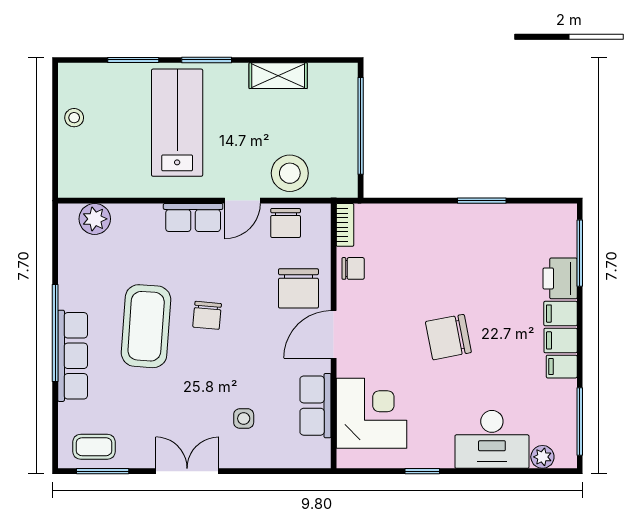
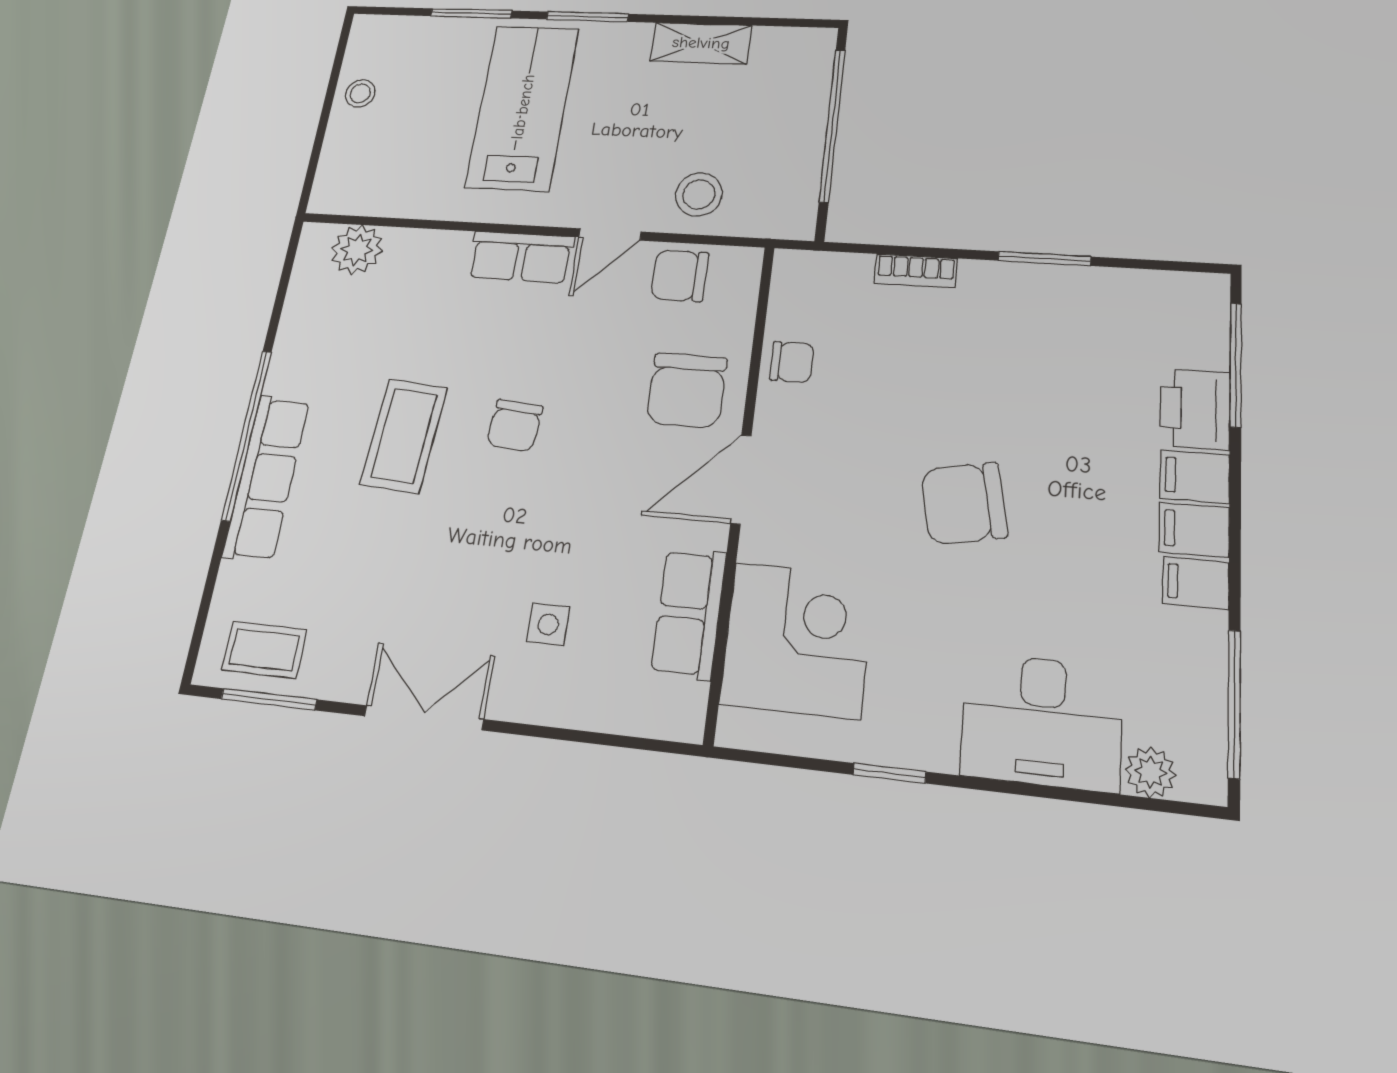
stool: (290, 173) -> (699, 194), width x0.73, depth x0.73
chair: (286, 223) -> (680, 276), turned 90
bookcase: (345, 225) -> (916, 271), moved, turned 90
coffee table: (146, 326) -> (404, 436), width x0.73, depth x0.76

